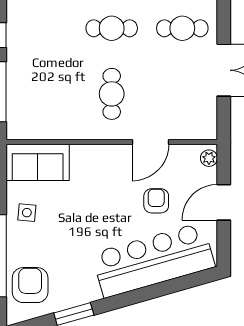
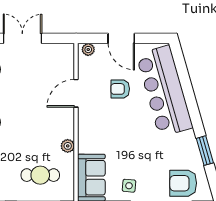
cafe table: (112, 94) -> (40, 175), moved
plant: (80, 131) -> (68, 146), added
door: (150, 142) -> (76, 93), swing flipped

